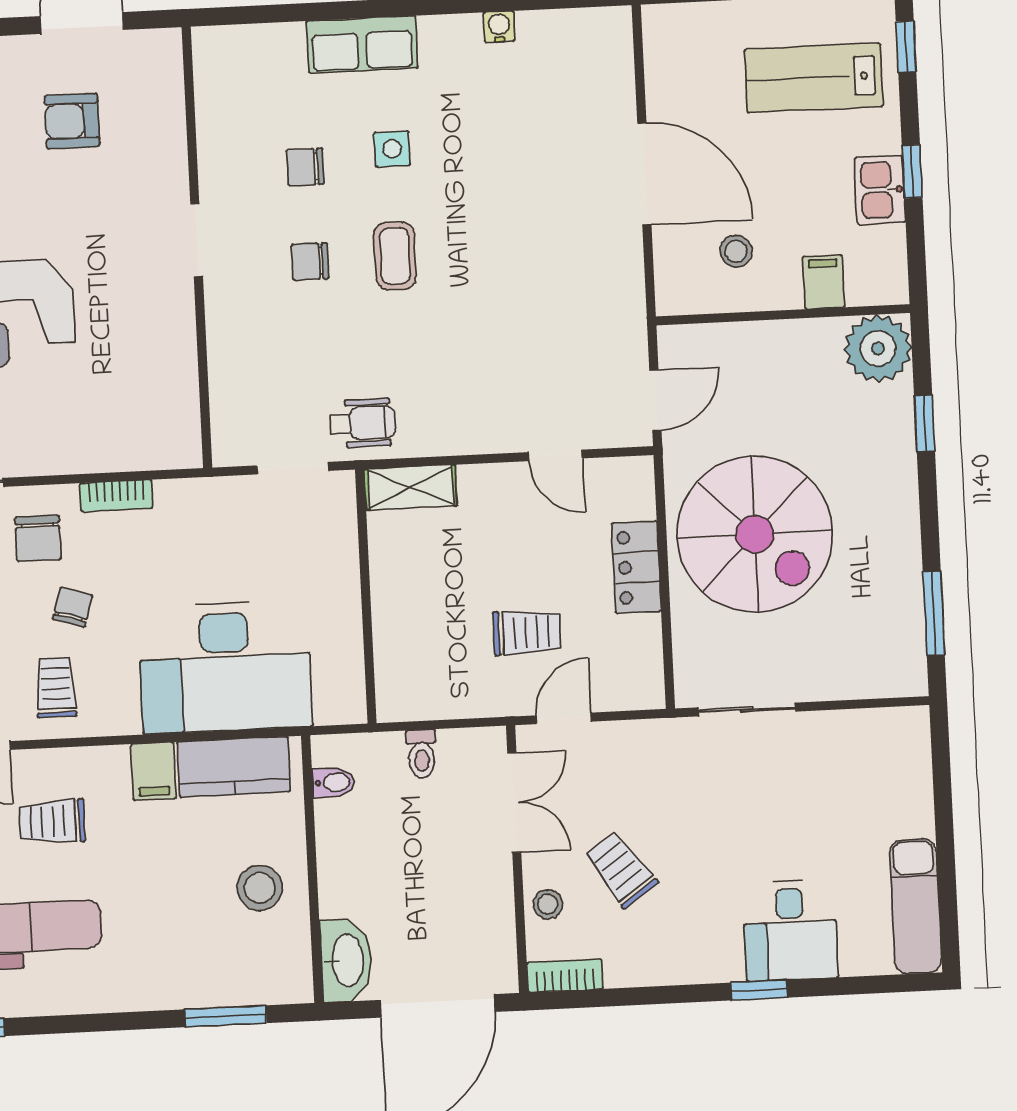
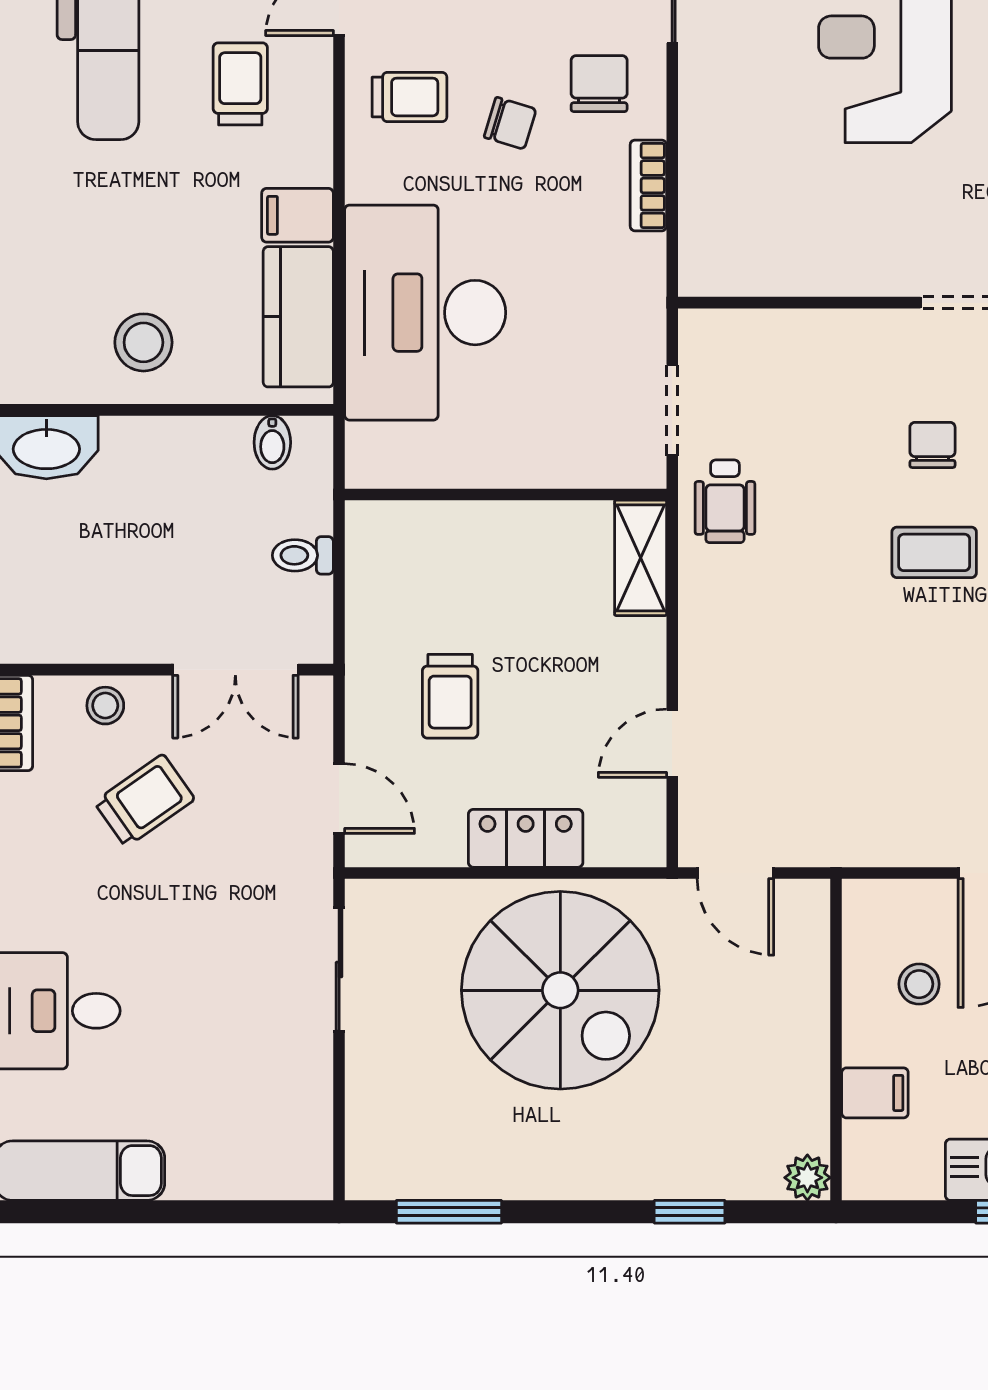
plant: (878, 348) -> (807, 1178), width x0.53, depth x0.53
spiral stairs: (755, 534) -> (560, 990), turned -90
chair: (38, 538) -> (599, 84), turned 90
door: (564, 718) -> (339, 799), moved

